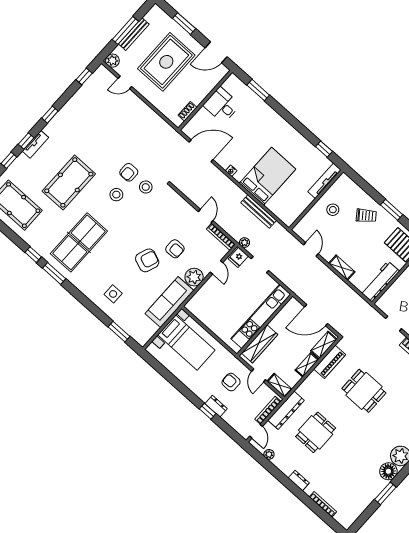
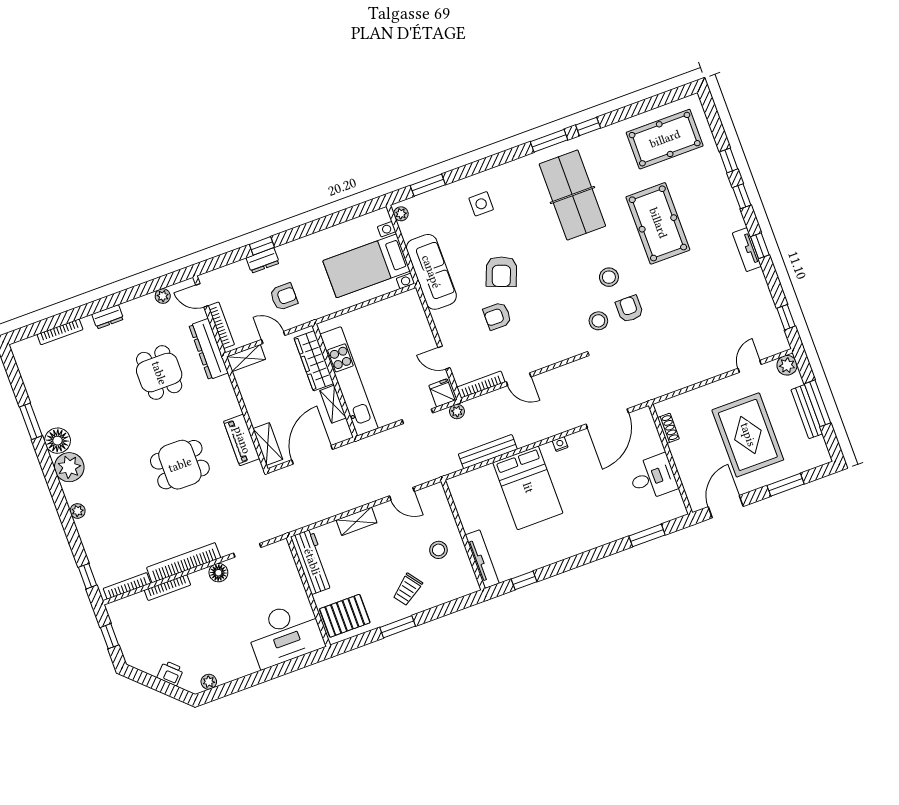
tv unit: (35, 144) -> (747, 250), moved
plant: (194, 277) -> (401, 214), moved, width x0.53, depth x0.53
shelving: (307, 365) -> (333, 404), moved

